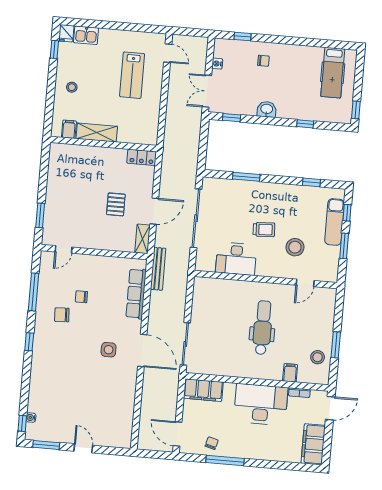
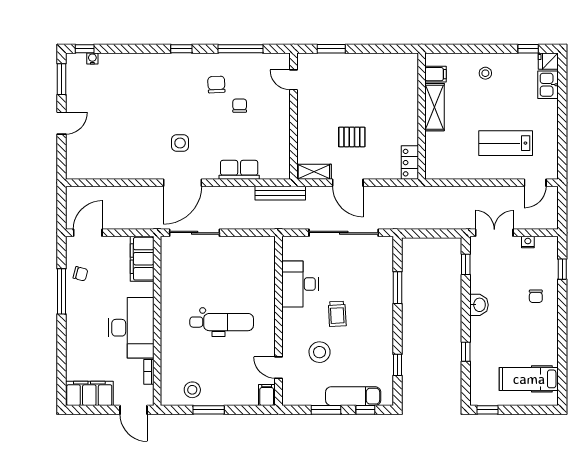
row of seats: (136, 294) -> (239, 170), width x0.68
filing cabinet: (290, 373) -> (267, 395), moved, turned -90

